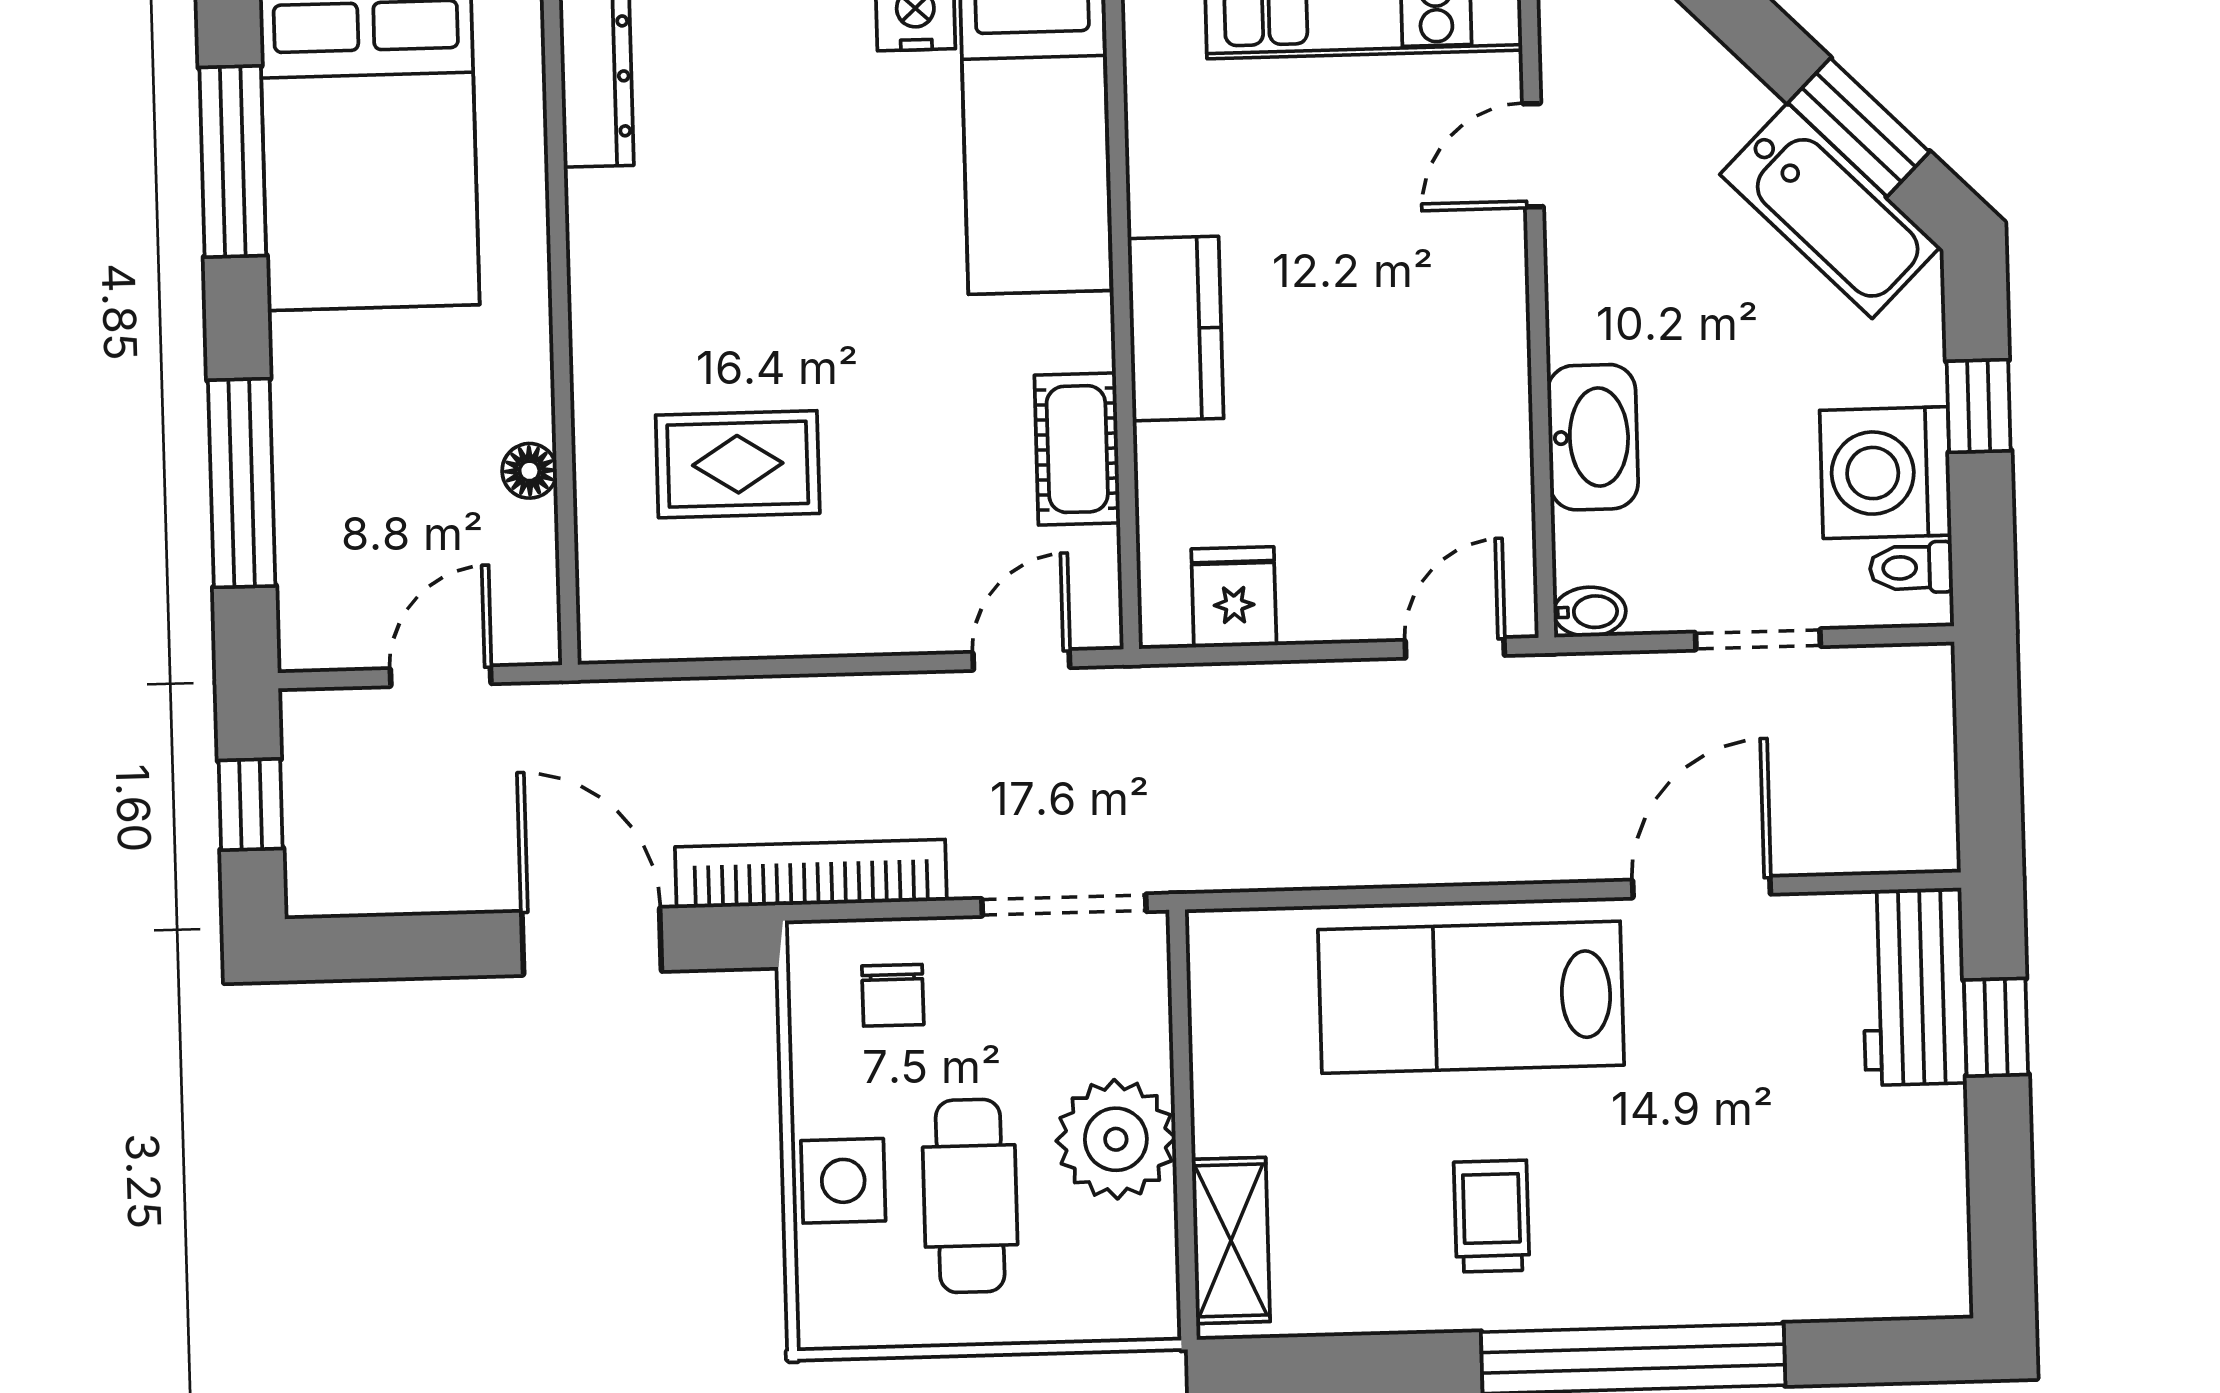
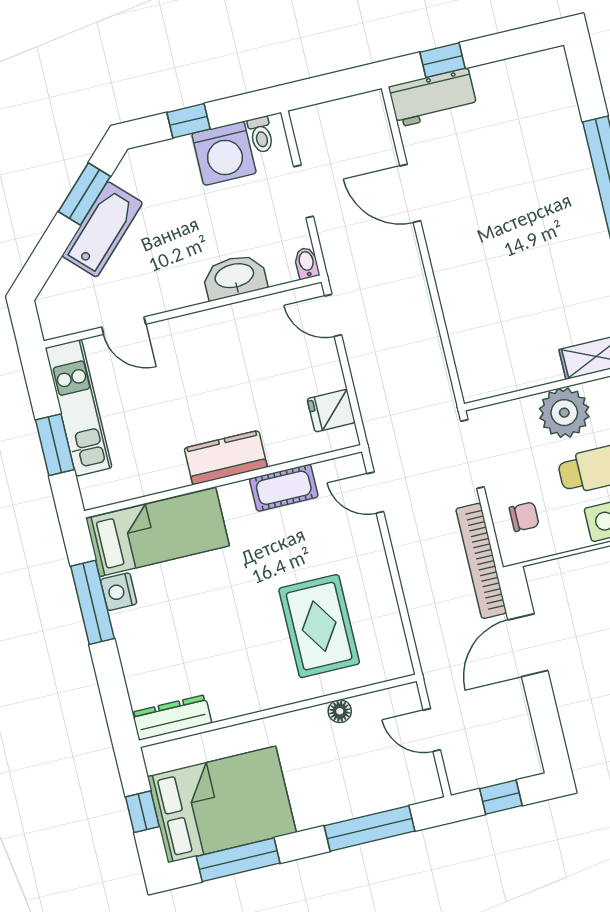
bathtub: (1830, 211) -> (102, 229), moved
rug: (738, 464) -> (319, 626), width x1.36, depth x1.43
lab bench: (1471, 997) -> (475, 279), removed
trolley: (1492, 1216) -> (564, 251), removed

